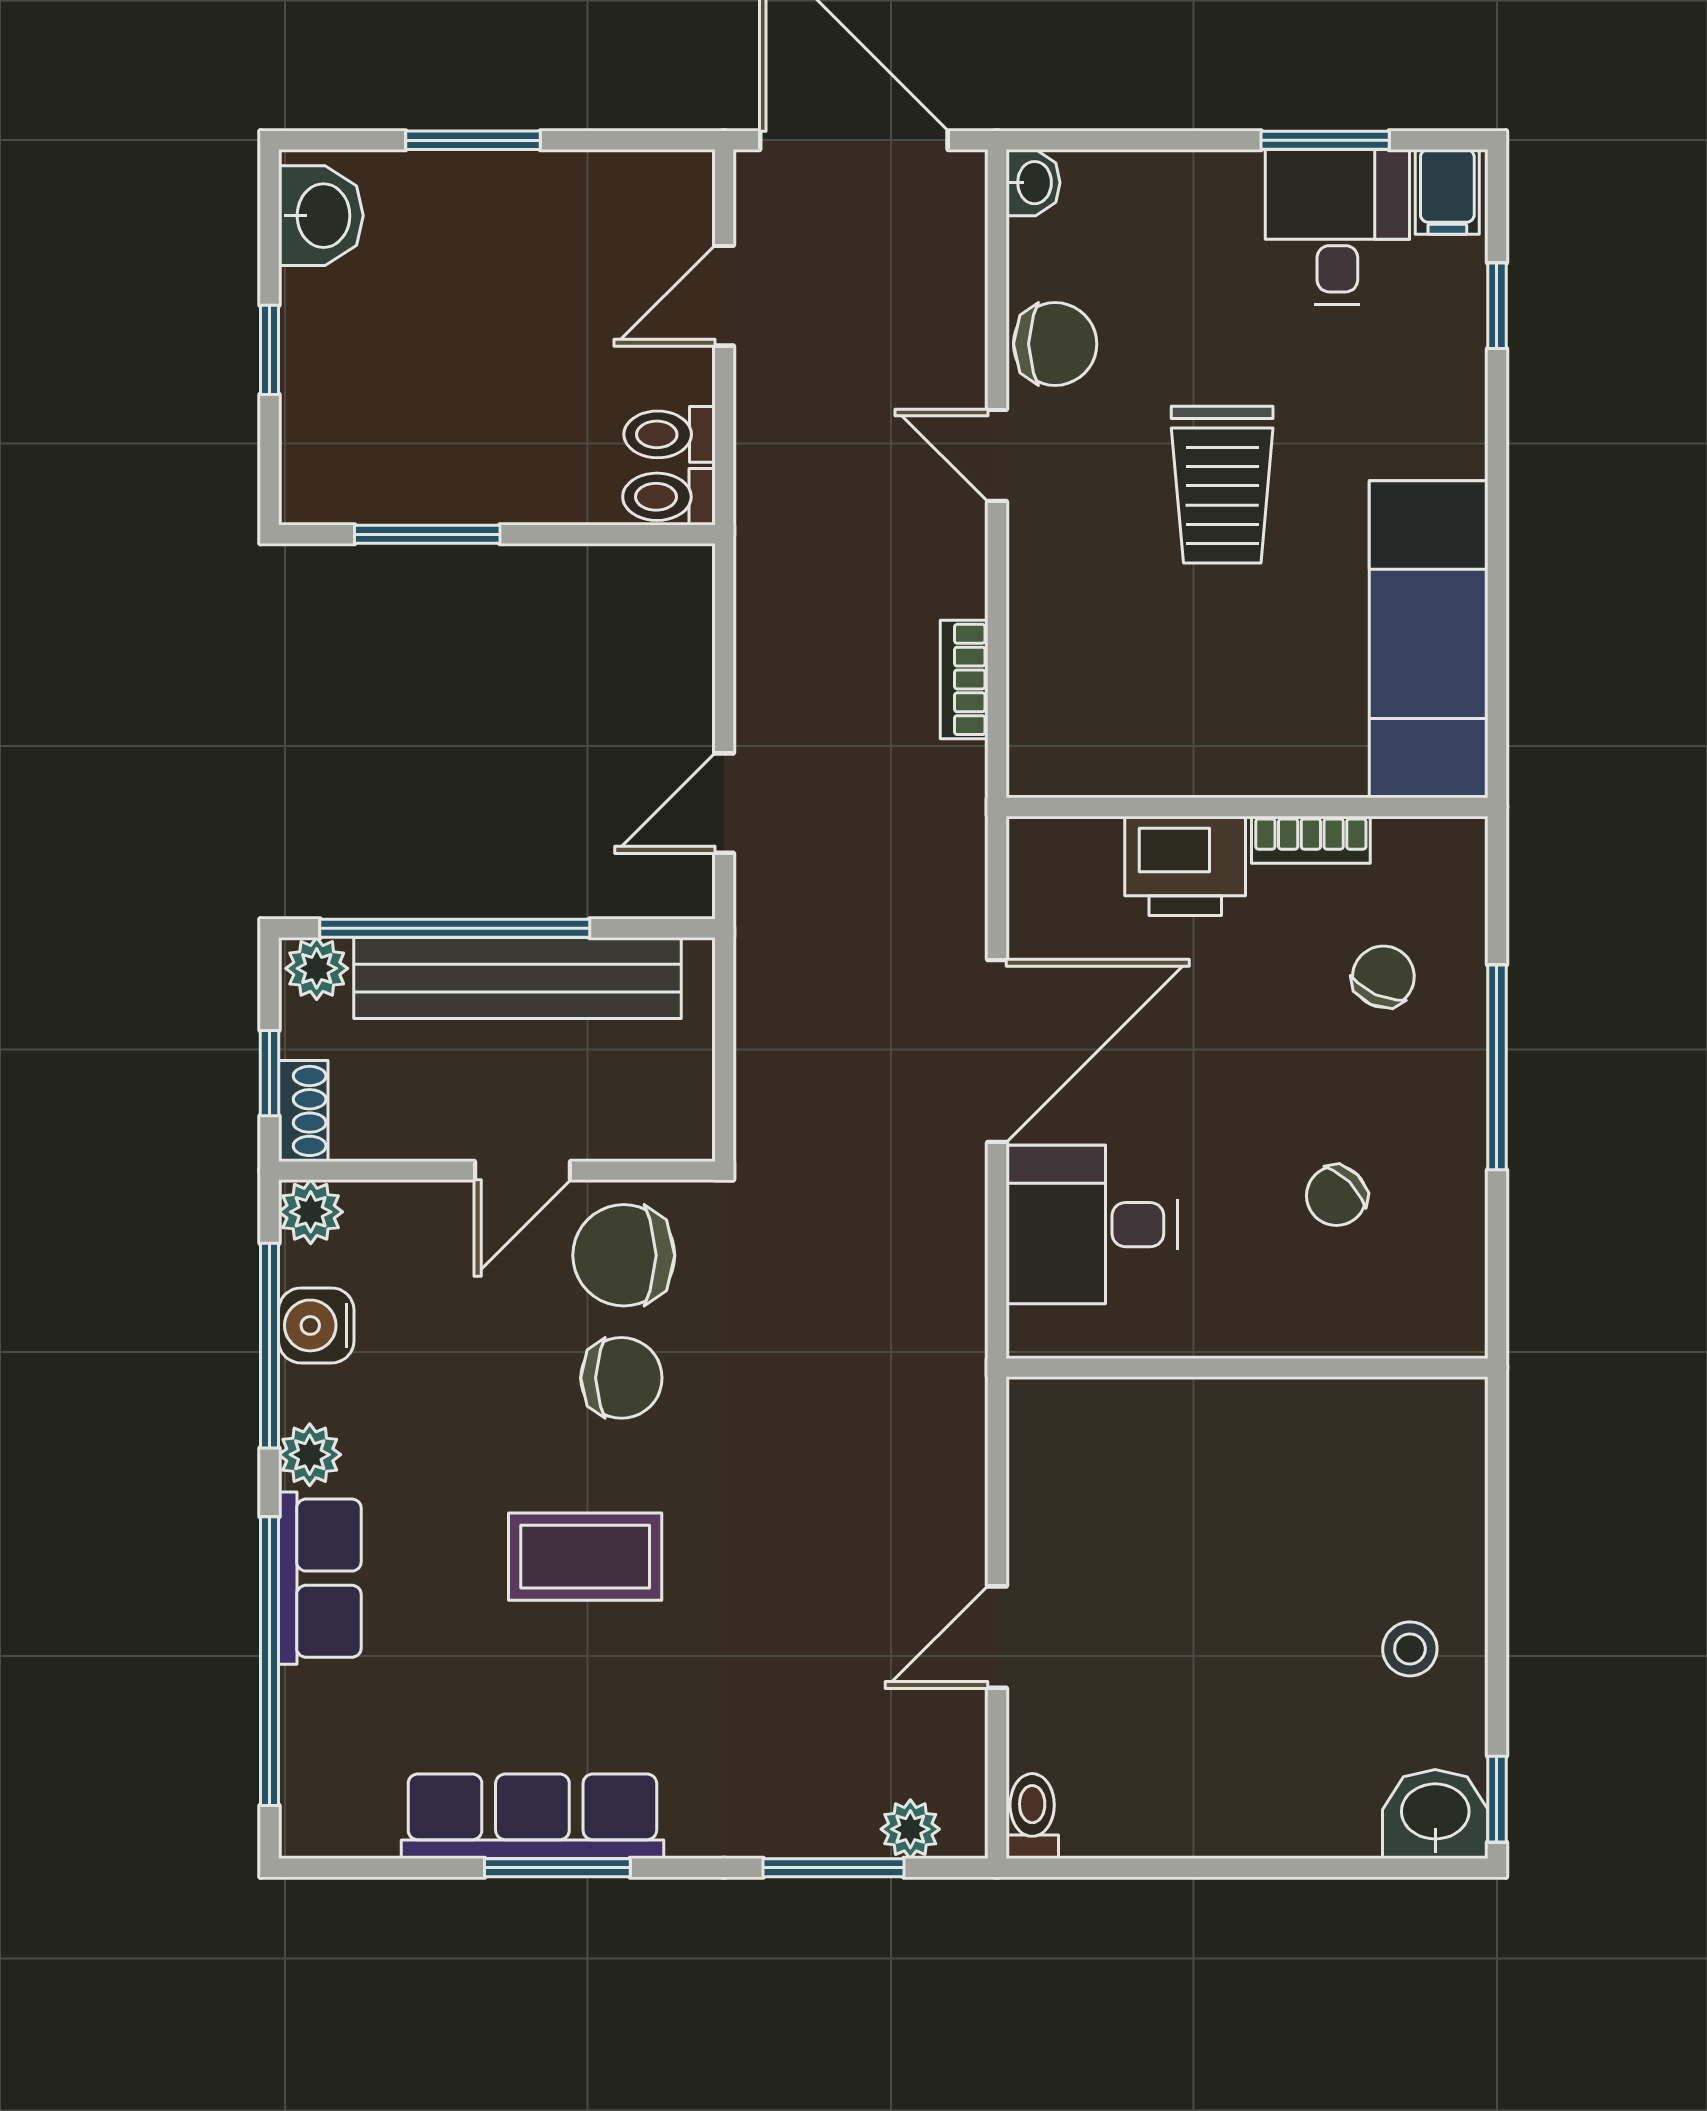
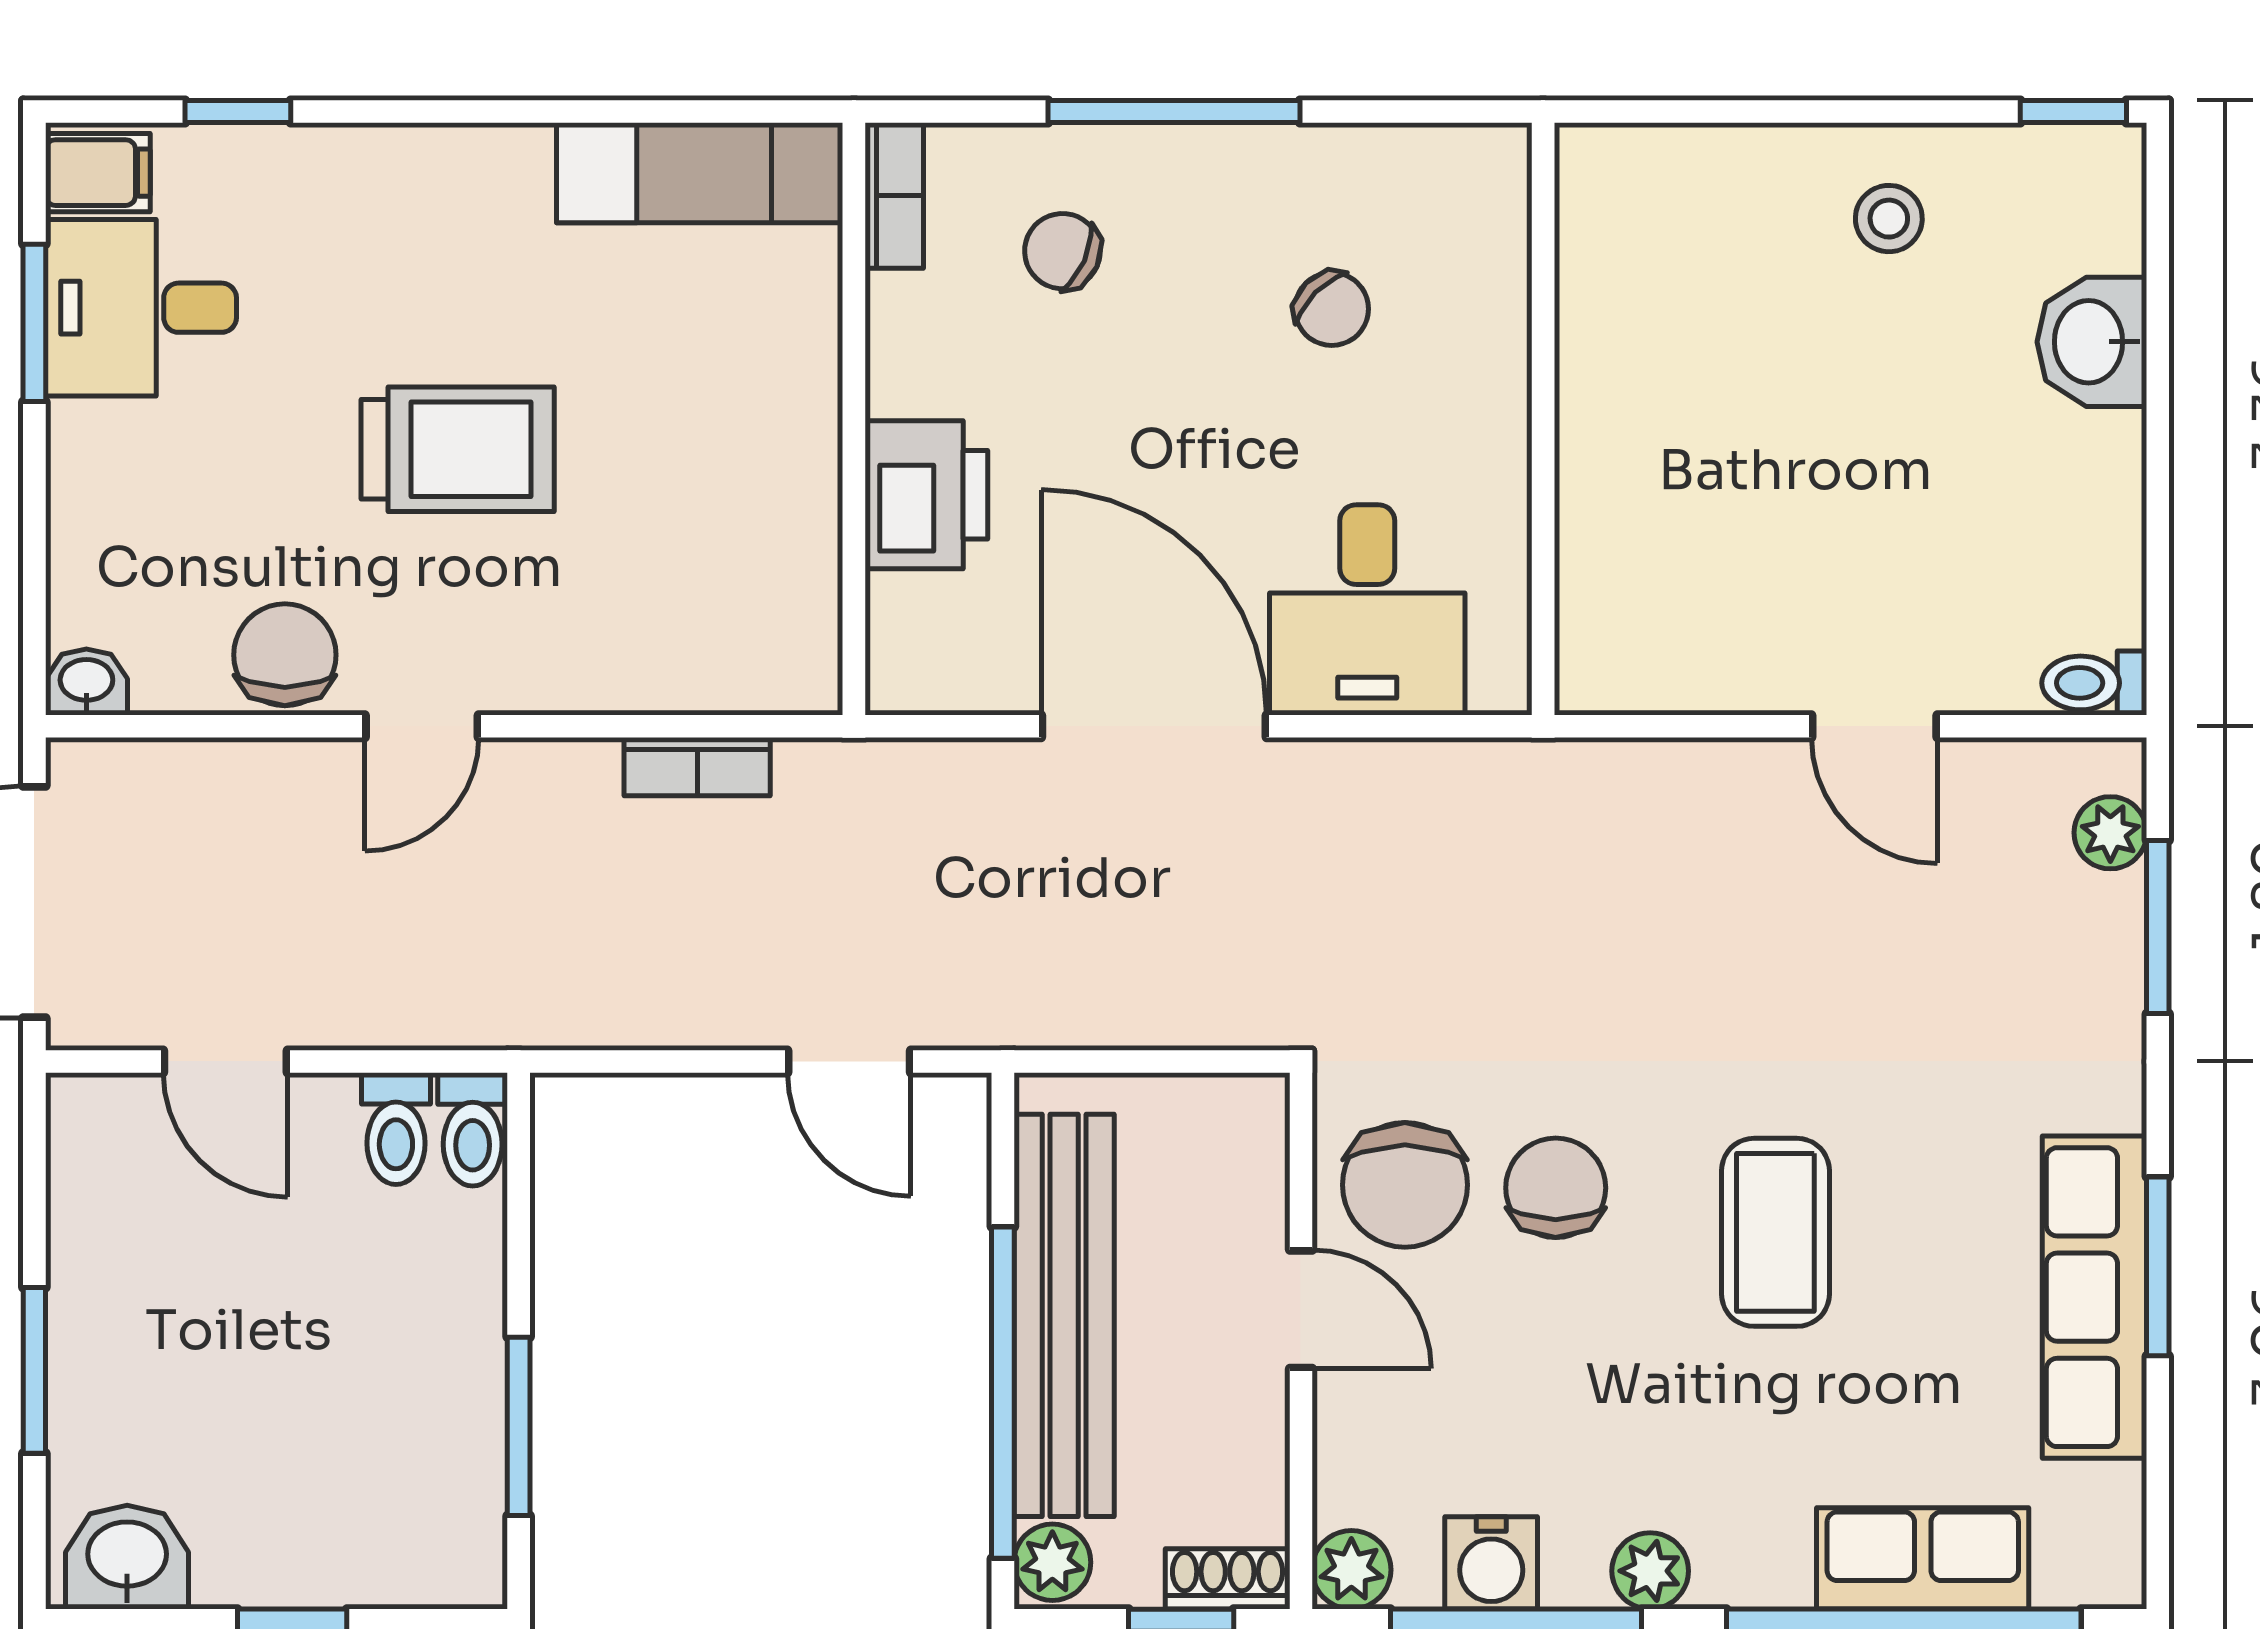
exam couch: (1429, 639) -> (700, 173), width x0.73, depth x0.69
bookcase: (1311, 840) -> (894, 196), moved
row of seats: (320, 1578) -> (1923, 1558), moved
washbasin: (1435, 1814) -> (2092, 342), moved

